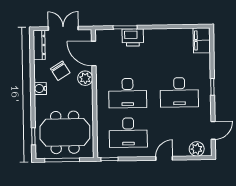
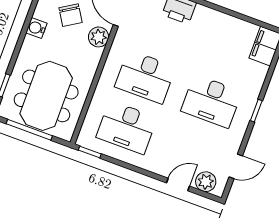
meeting table: (65, 132) -> (46, 96), turned 90
door: (164, 158) -> (178, 184), moved

